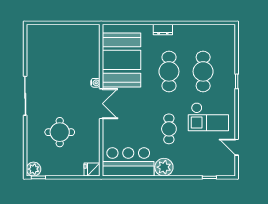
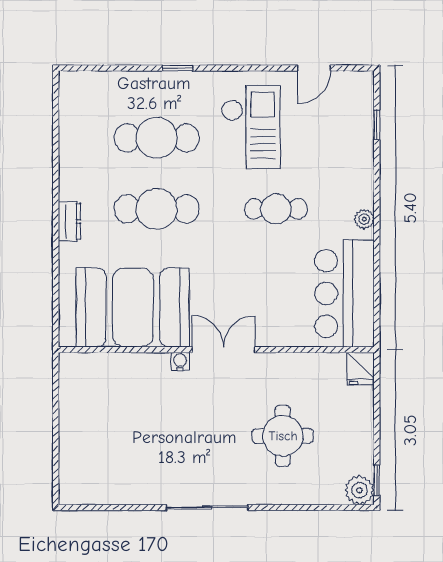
plant: (164, 167) -> (364, 219), width x0.53, depth x0.53

